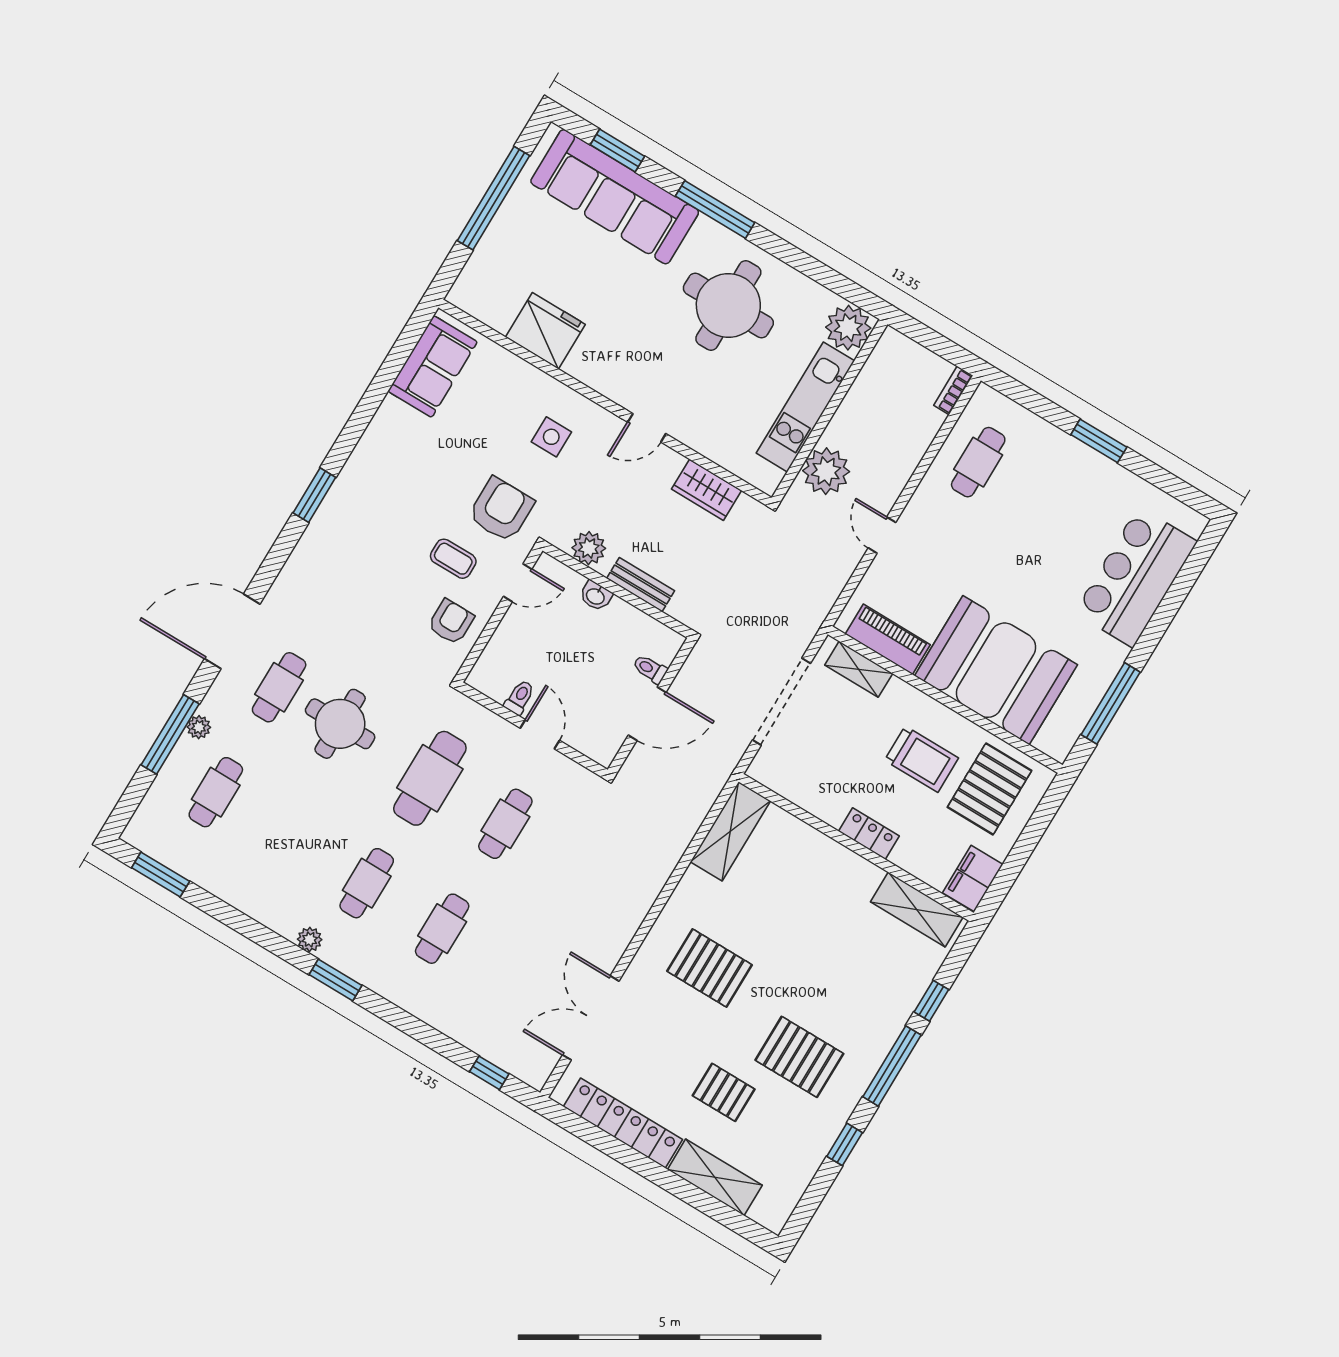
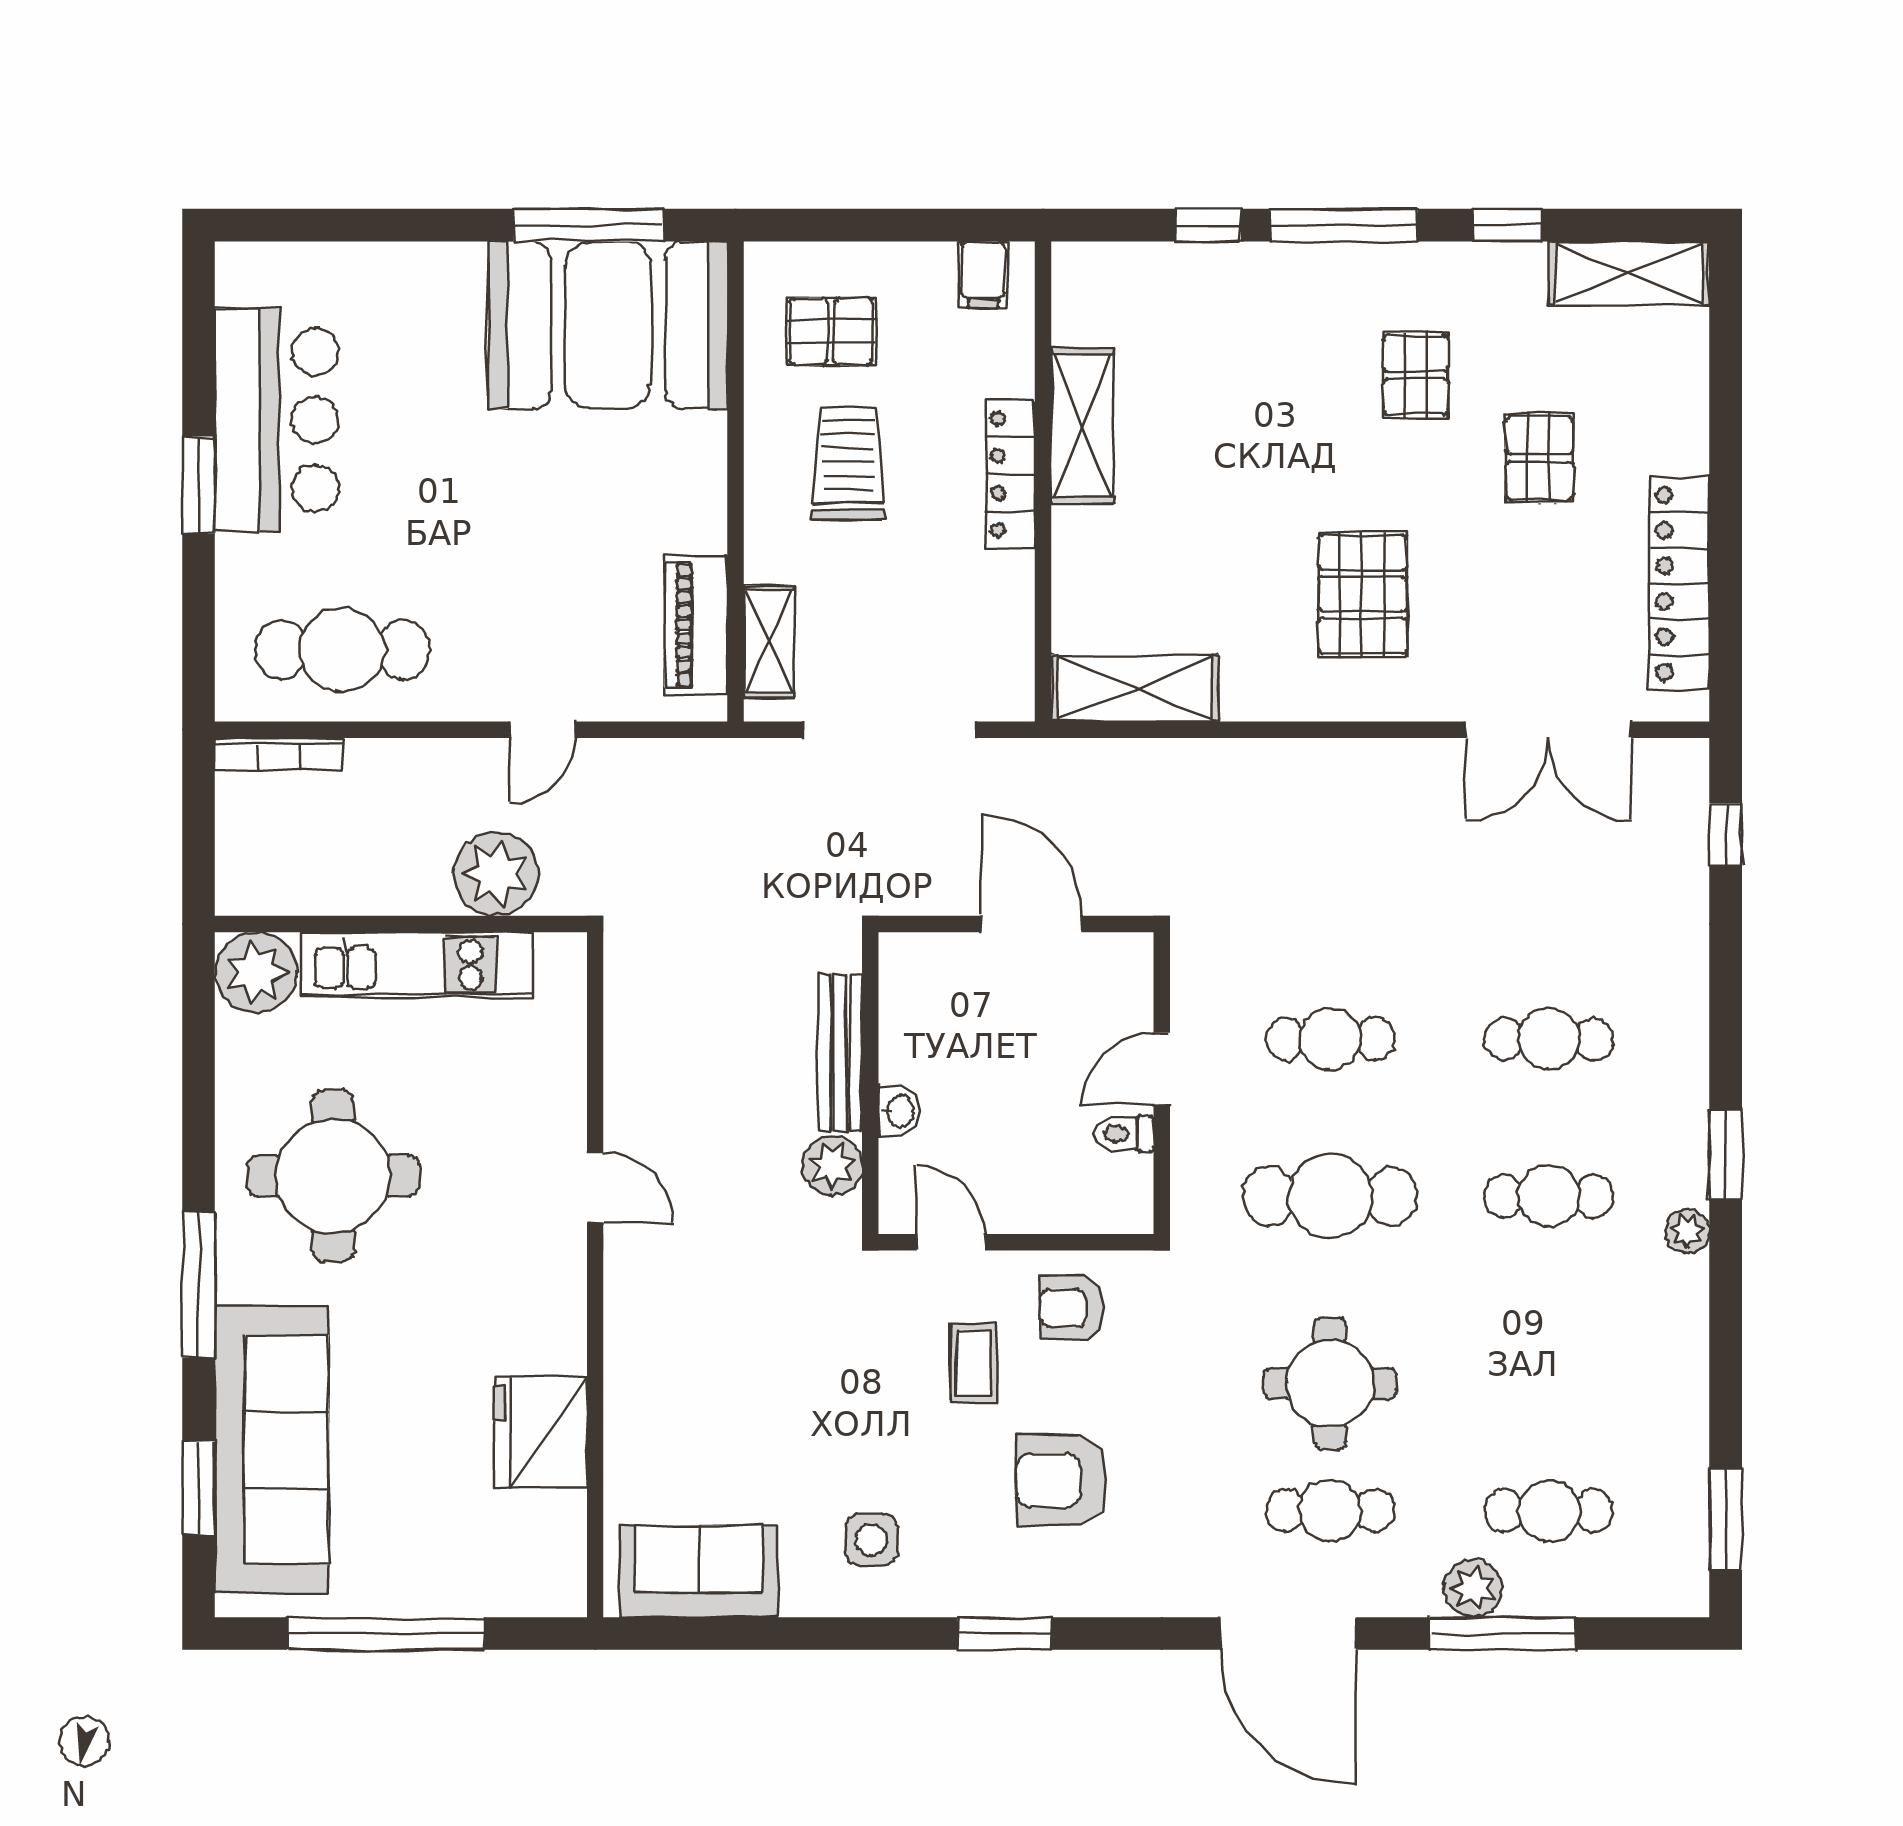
bookcase: (953, 390) -> (279, 754), width x1.56
side table: (551, 437) -> (871, 1540), moved
cafe table: (978, 462) -> (342, 650), width x1.37, depth x1.35
wardrobe: (707, 490) -> (635, 1039), removed
armchair: (501, 510) -> (1061, 1480), moved
bar counter: (1136, 577) -> (277, 420), moved, turned -90
bench: (641, 585) -> (840, 1053), width x1.36
toilet: (650, 669) -> (961, 961), removed
booth: (996, 670) -> (608, 325), moved, turned 90
plant: (199, 727) -> (1473, 1588), width x1.38, depth x1.38
pallet: (989, 789) -> (831, 331), width x0.67, depth x0.71
locker: (869, 834) -> (1010, 474), width x1.53
filing cabinet: (973, 879) -> (983, 274), width x0.50
shelving: (917, 910) -> (1082, 426), moved
pallet: (799, 1057) -> (1416, 375), width x0.67, depth x0.71
shelving: (715, 1177) -> (1629, 273), moved, turned 90

